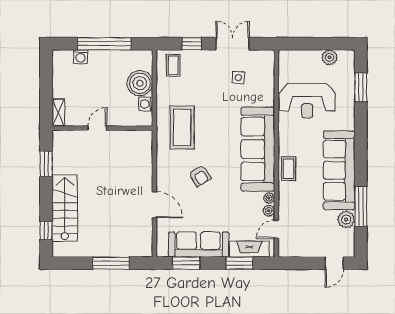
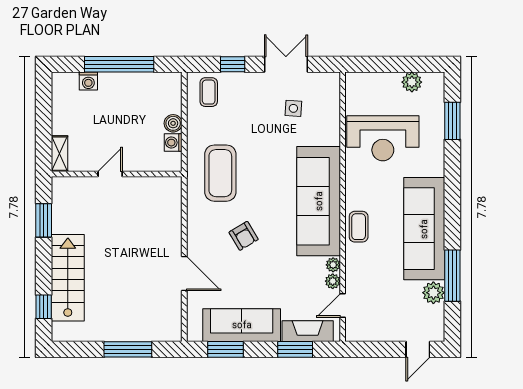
boiler: (140, 83) -> (173, 123), width x0.54, depth x0.54

